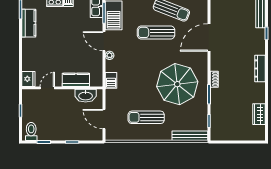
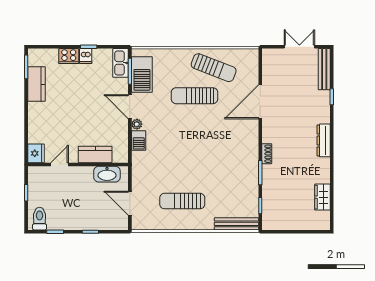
barbecue: (111, 80) -> (139, 140), moved
parasol: (177, 84) -> (221, 160), removed

